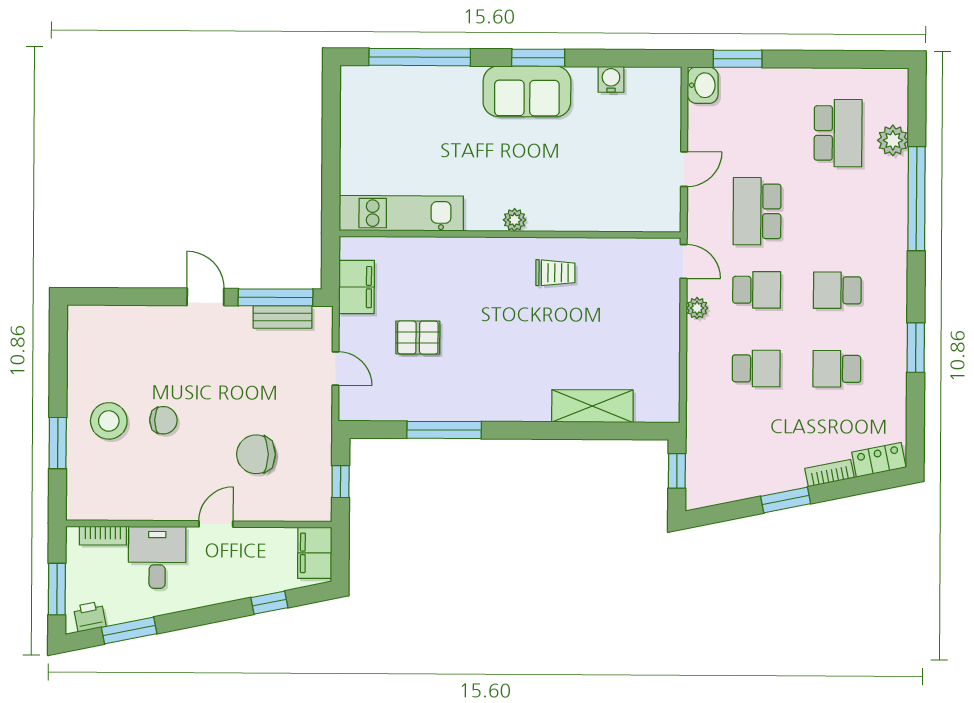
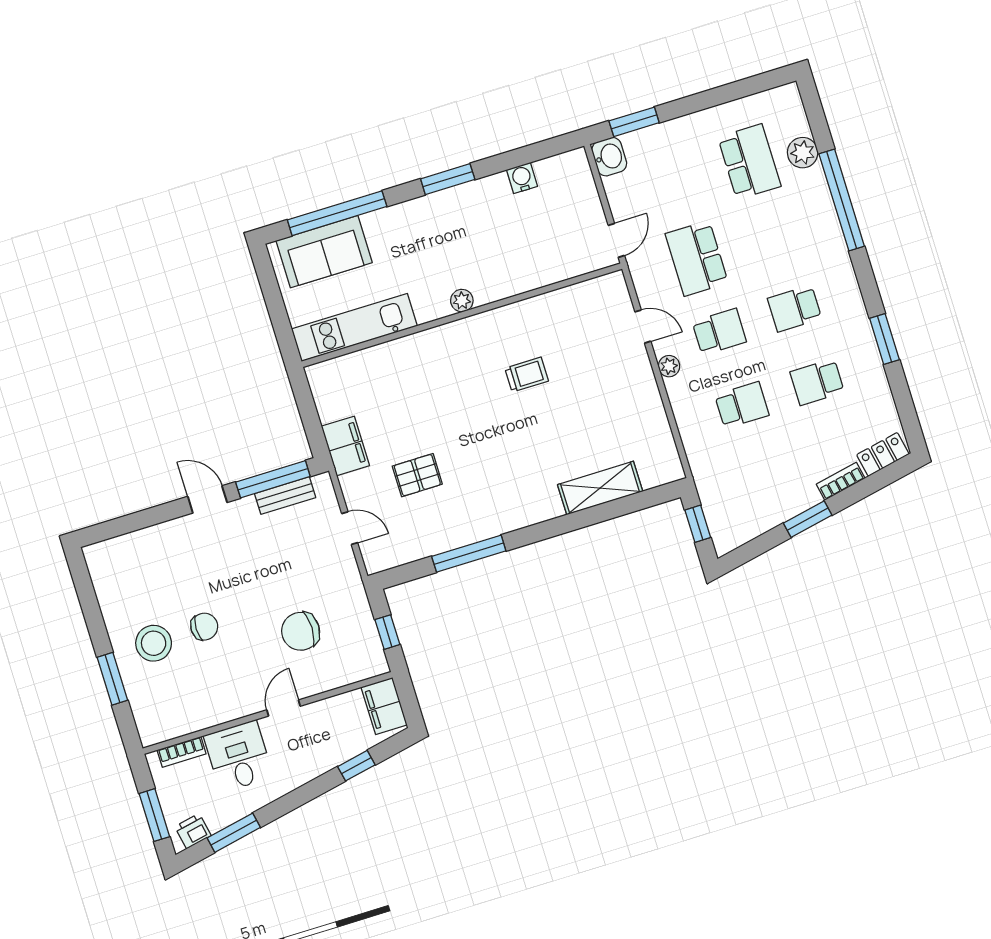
sofa: (527, 91) -> (324, 252), moved
kitchen unit: (401, 213) -> (354, 327), moved
plant: (515, 220) -> (462, 301), moved
wall: (510, 234) -> (462, 315), moved

